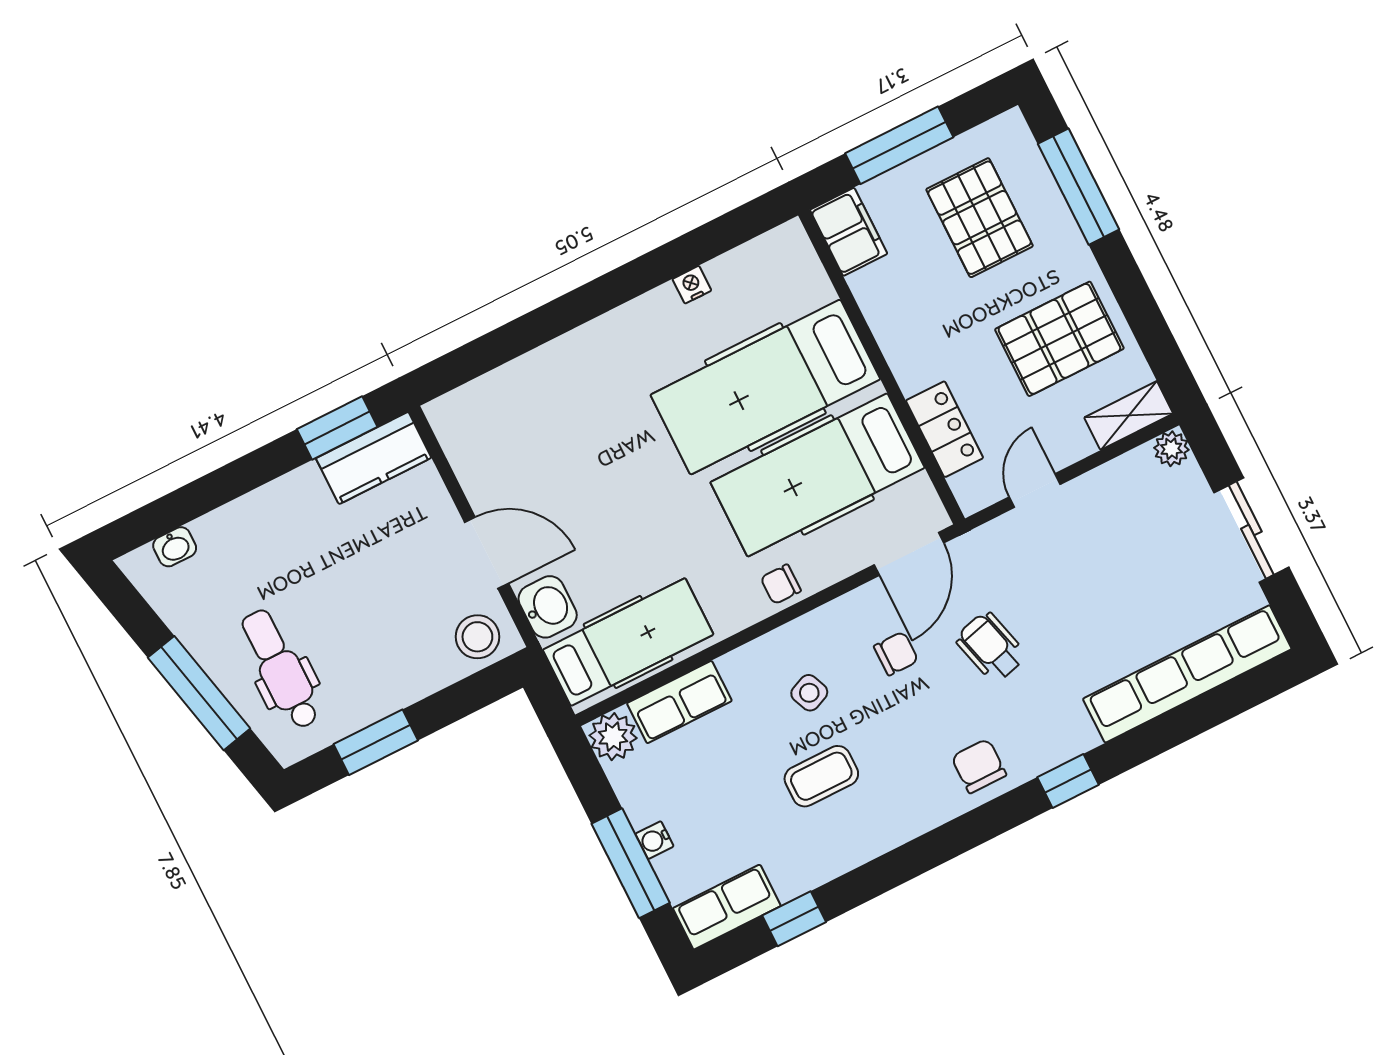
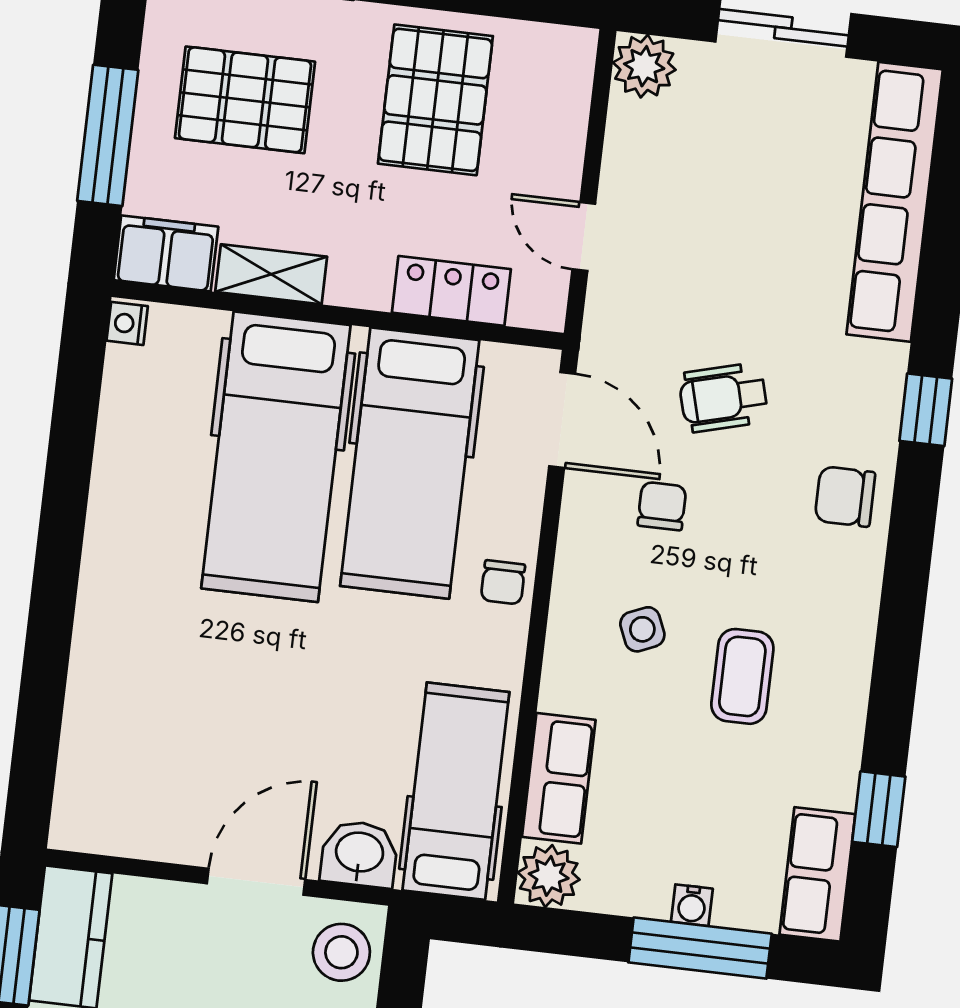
nightstand: (692, 285) -> (127, 323), moved
shelving: (1129, 416) -> (271, 274), moved, turned 90
plant: (1171, 449) -> (644, 66), width x1.38, depth x1.38

